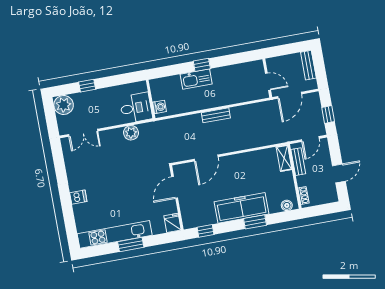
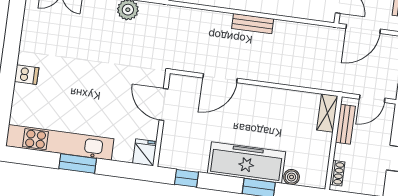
door: (175, 187) -> (164, 104), hinge flipped
boiler: (287, 205) -> (292, 177), moved

